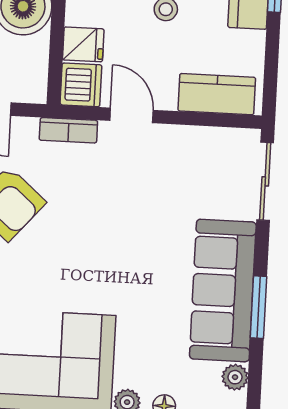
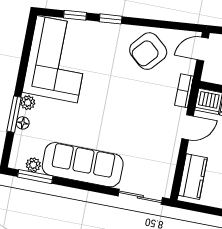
window: (259, 307) -> (35, 177), moved

